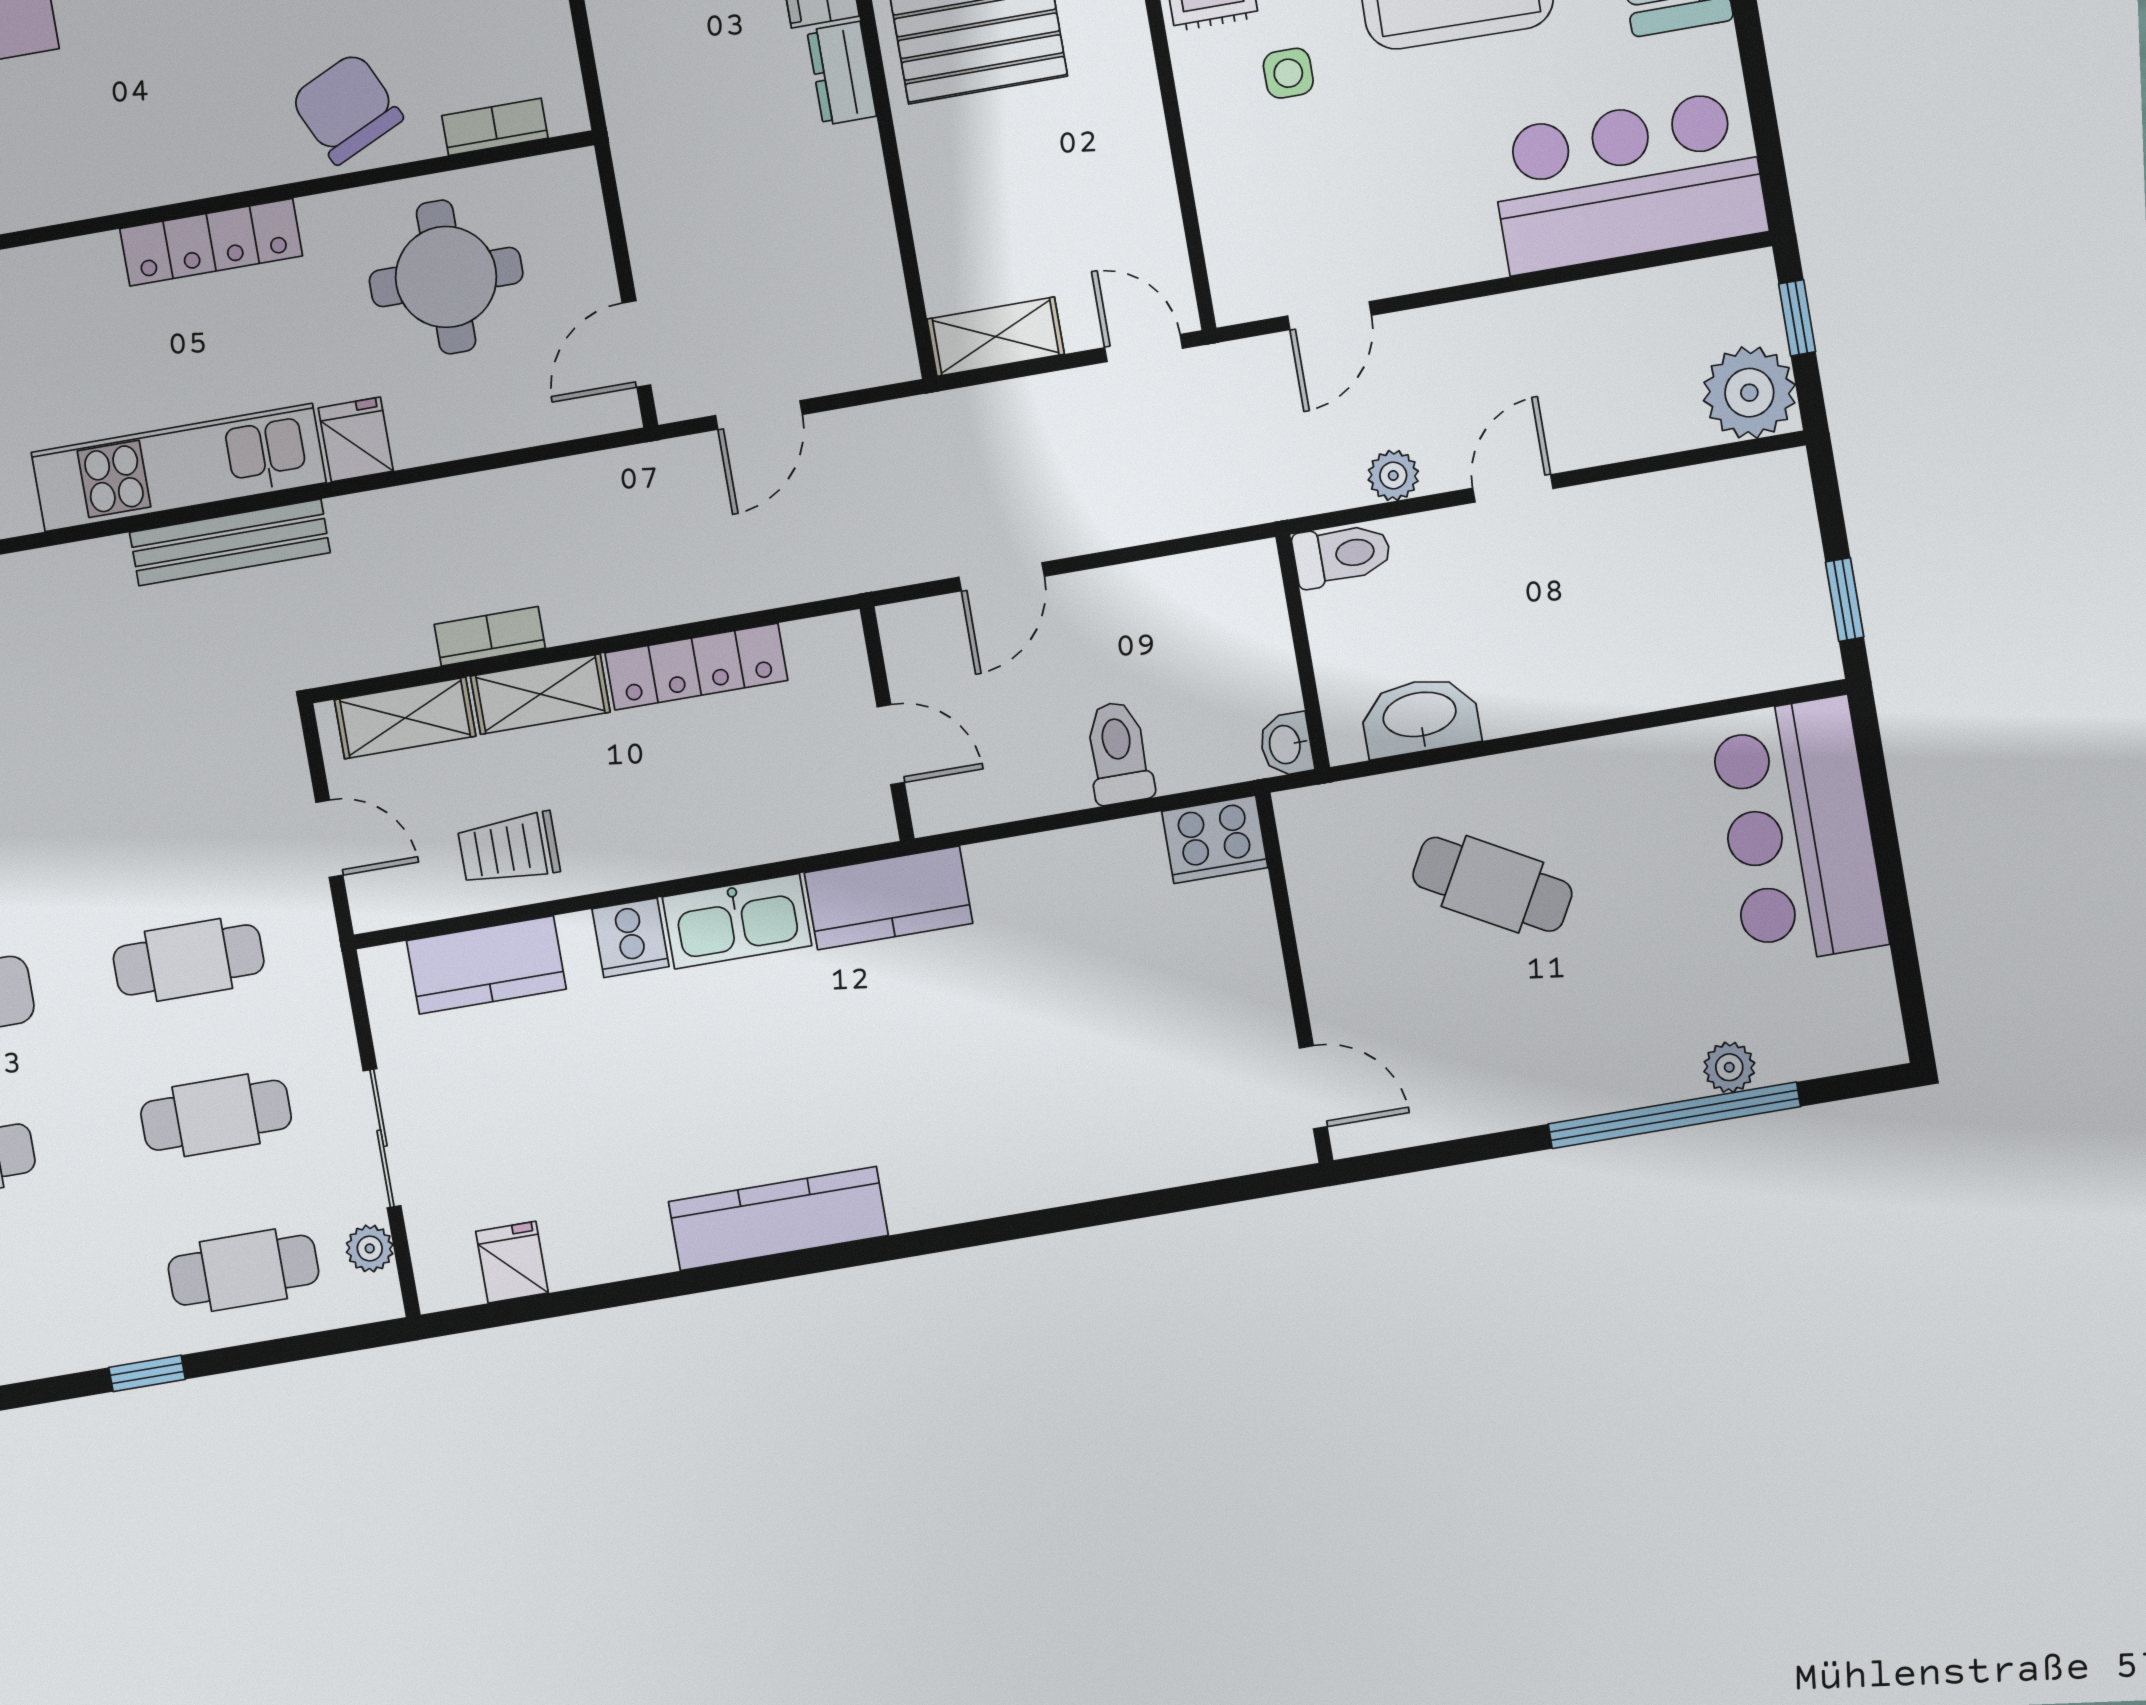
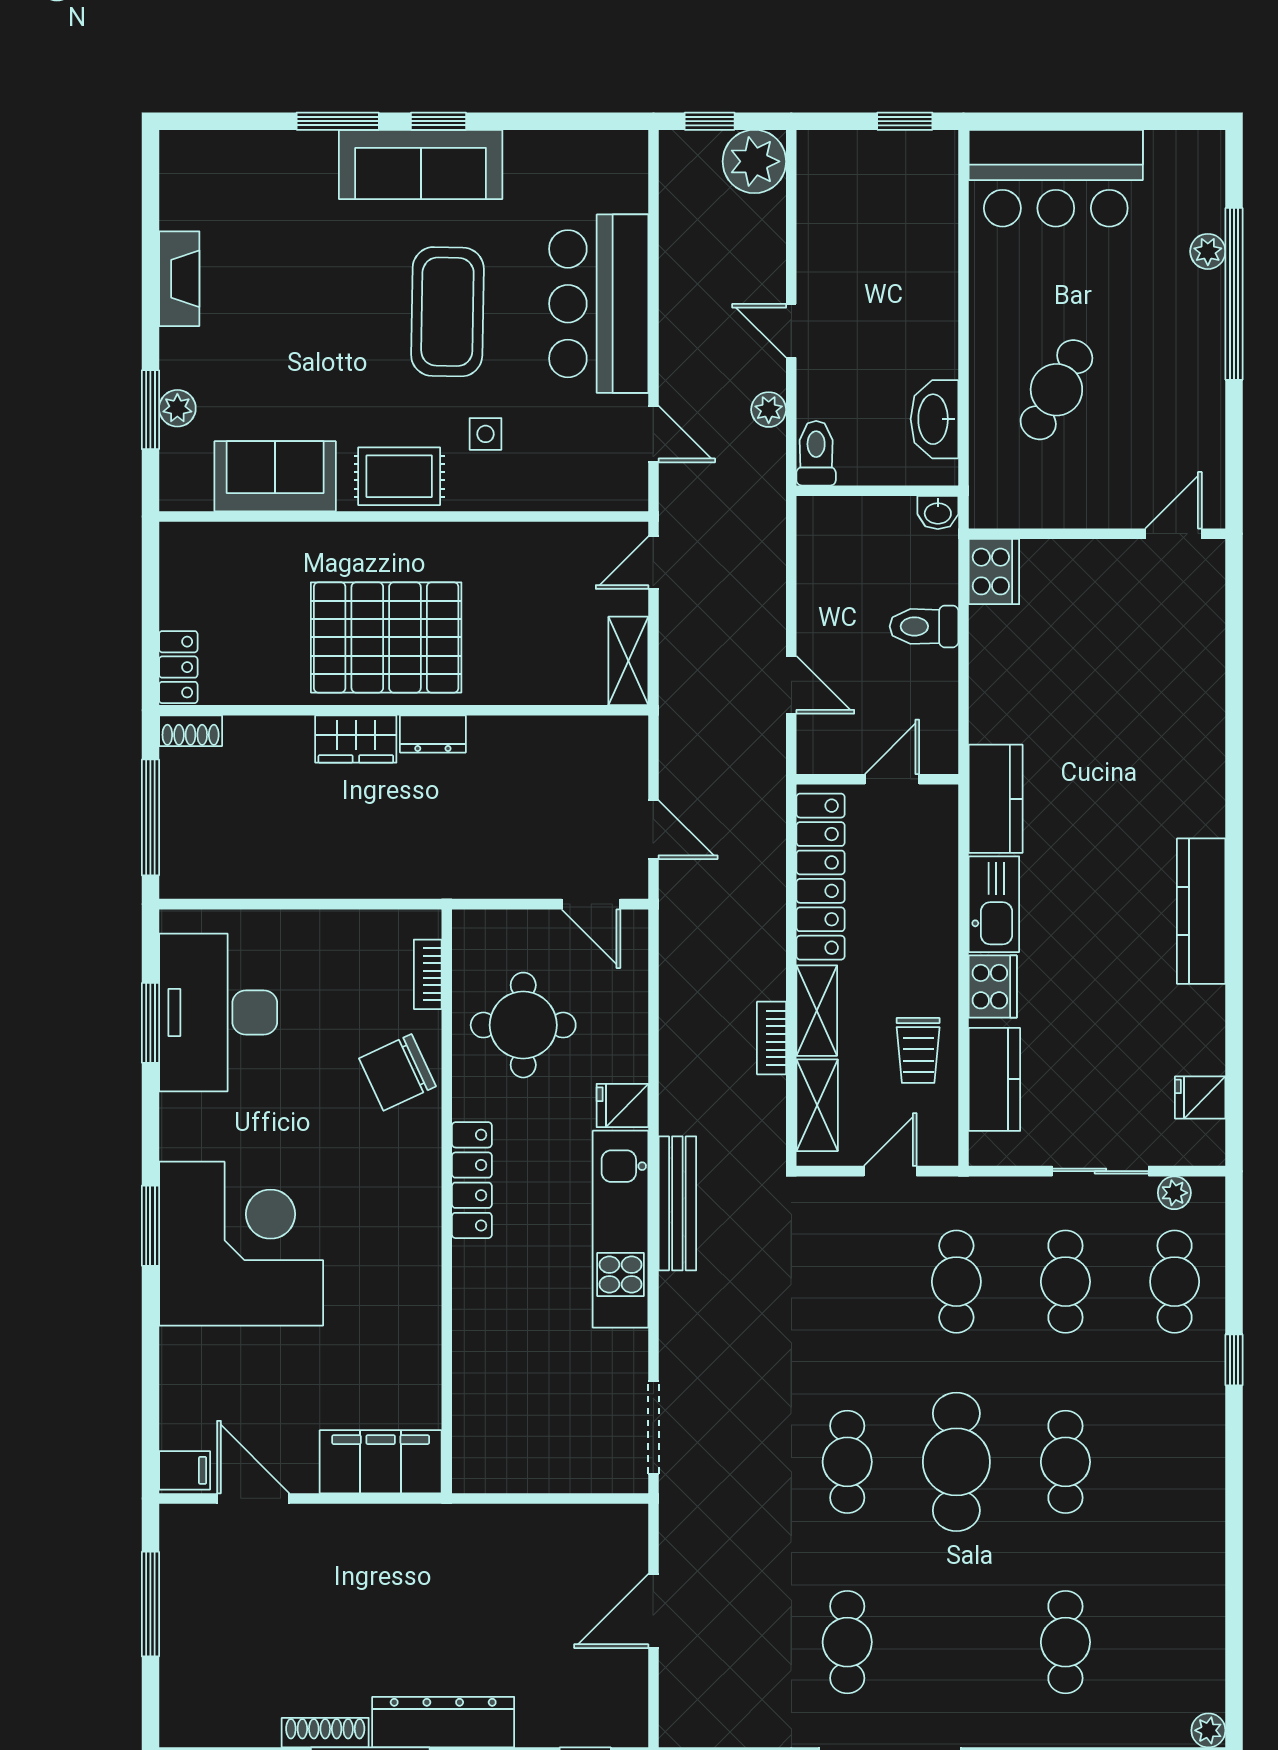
bar counter: (1628, 182) -> (599, 304), moved
locker: (696, 667) -> (821, 877), width x1.41, depth x1.21
cooker: (631, 938) -> (993, 987), width x1.36

